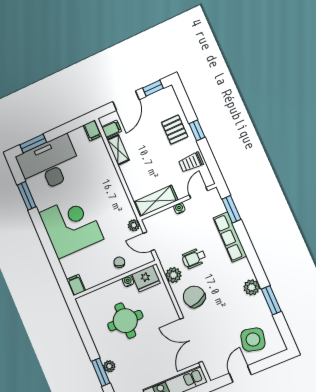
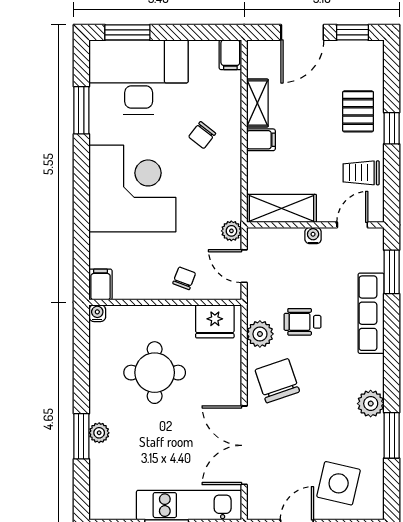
filing cabinet: (112, 129) -> (261, 140), moved
chair: (96, 180) -> (202, 135), added
water cooler: (128, 281) -> (97, 313), moved

